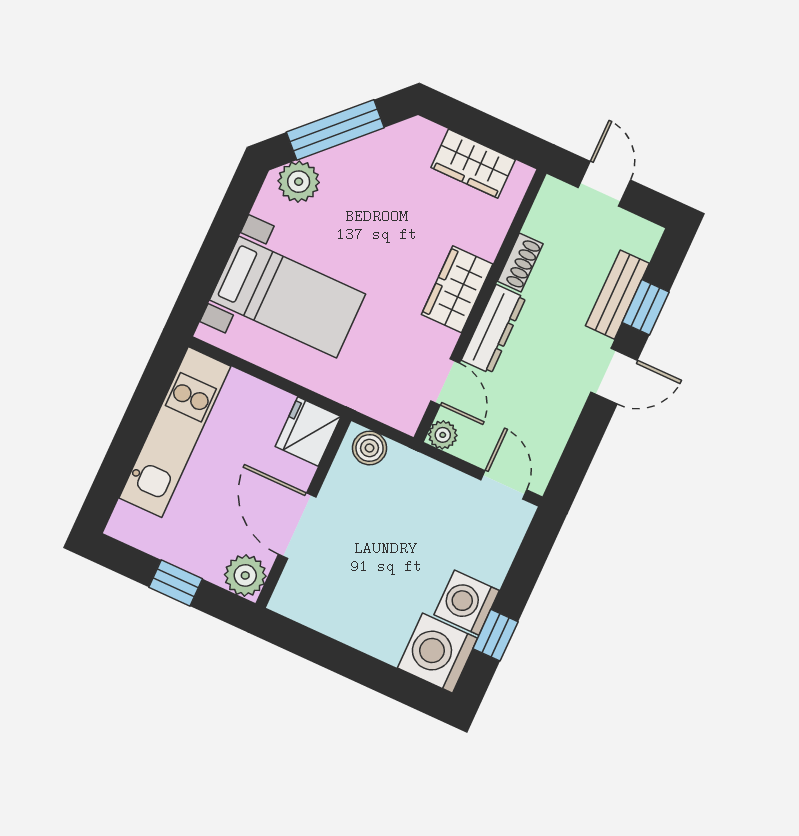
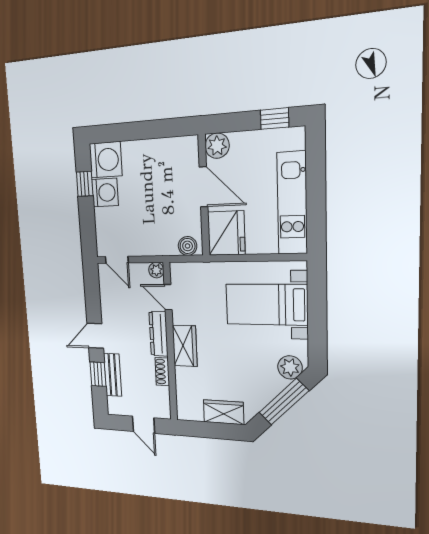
wardrobe: (473, 164) -> (224, 412), moved
fridge: (308, 432) -> (226, 233), width x1.36, depth x1.34
window: (176, 583) -> (275, 119), moved

